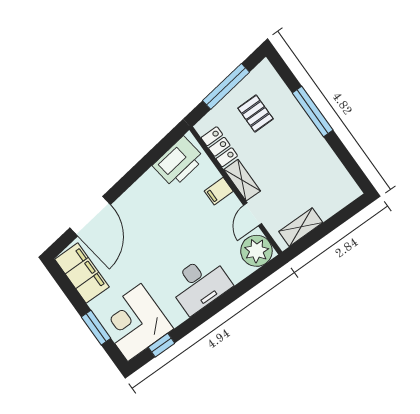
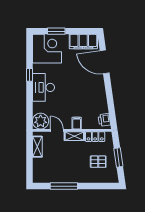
window: (226, 86) -> (118, 157), width x0.69
window: (313, 112) -> (64, 186), moved
printer: (178, 162) -> (104, 120), width x0.53, depth x0.68
window: (161, 345) -> (29, 75), moved

